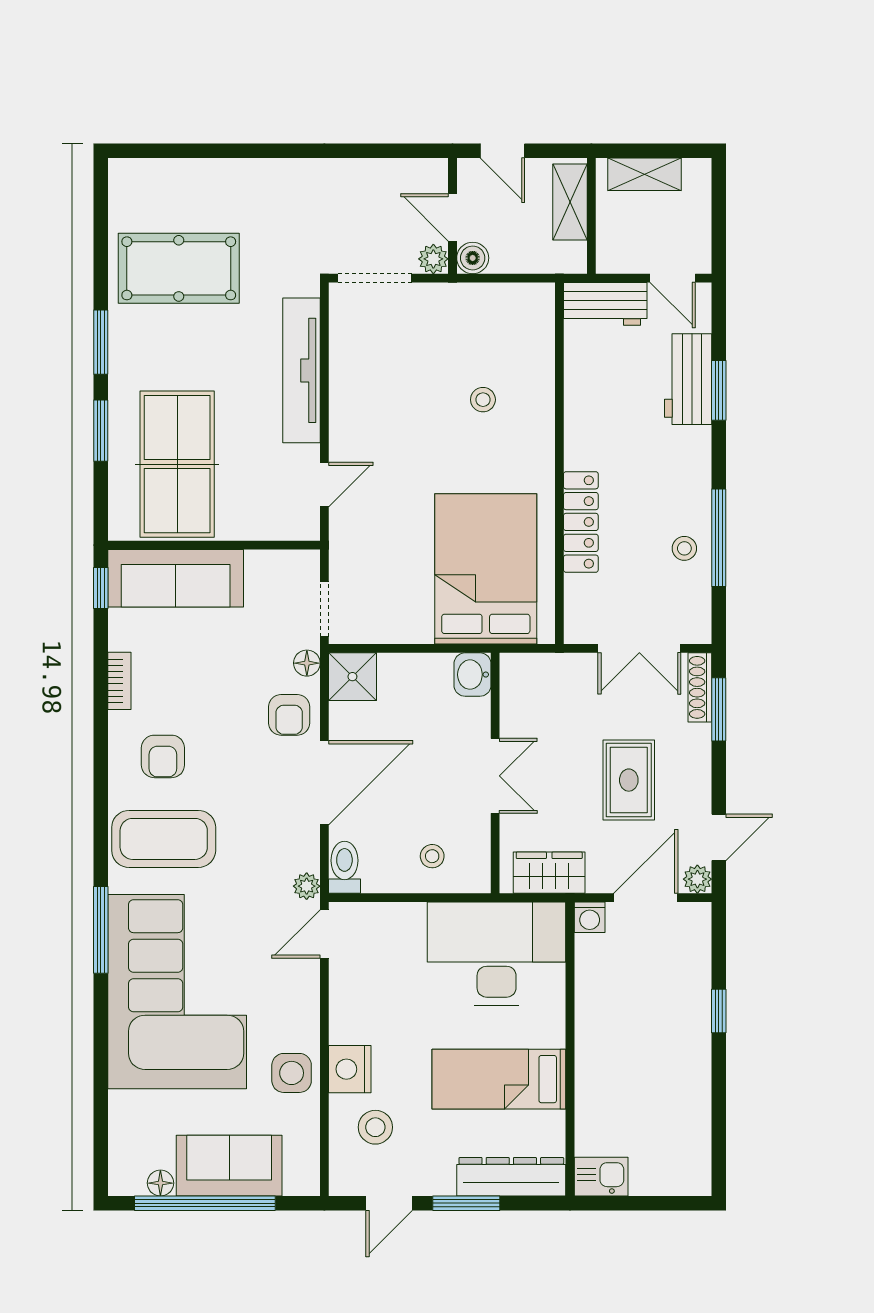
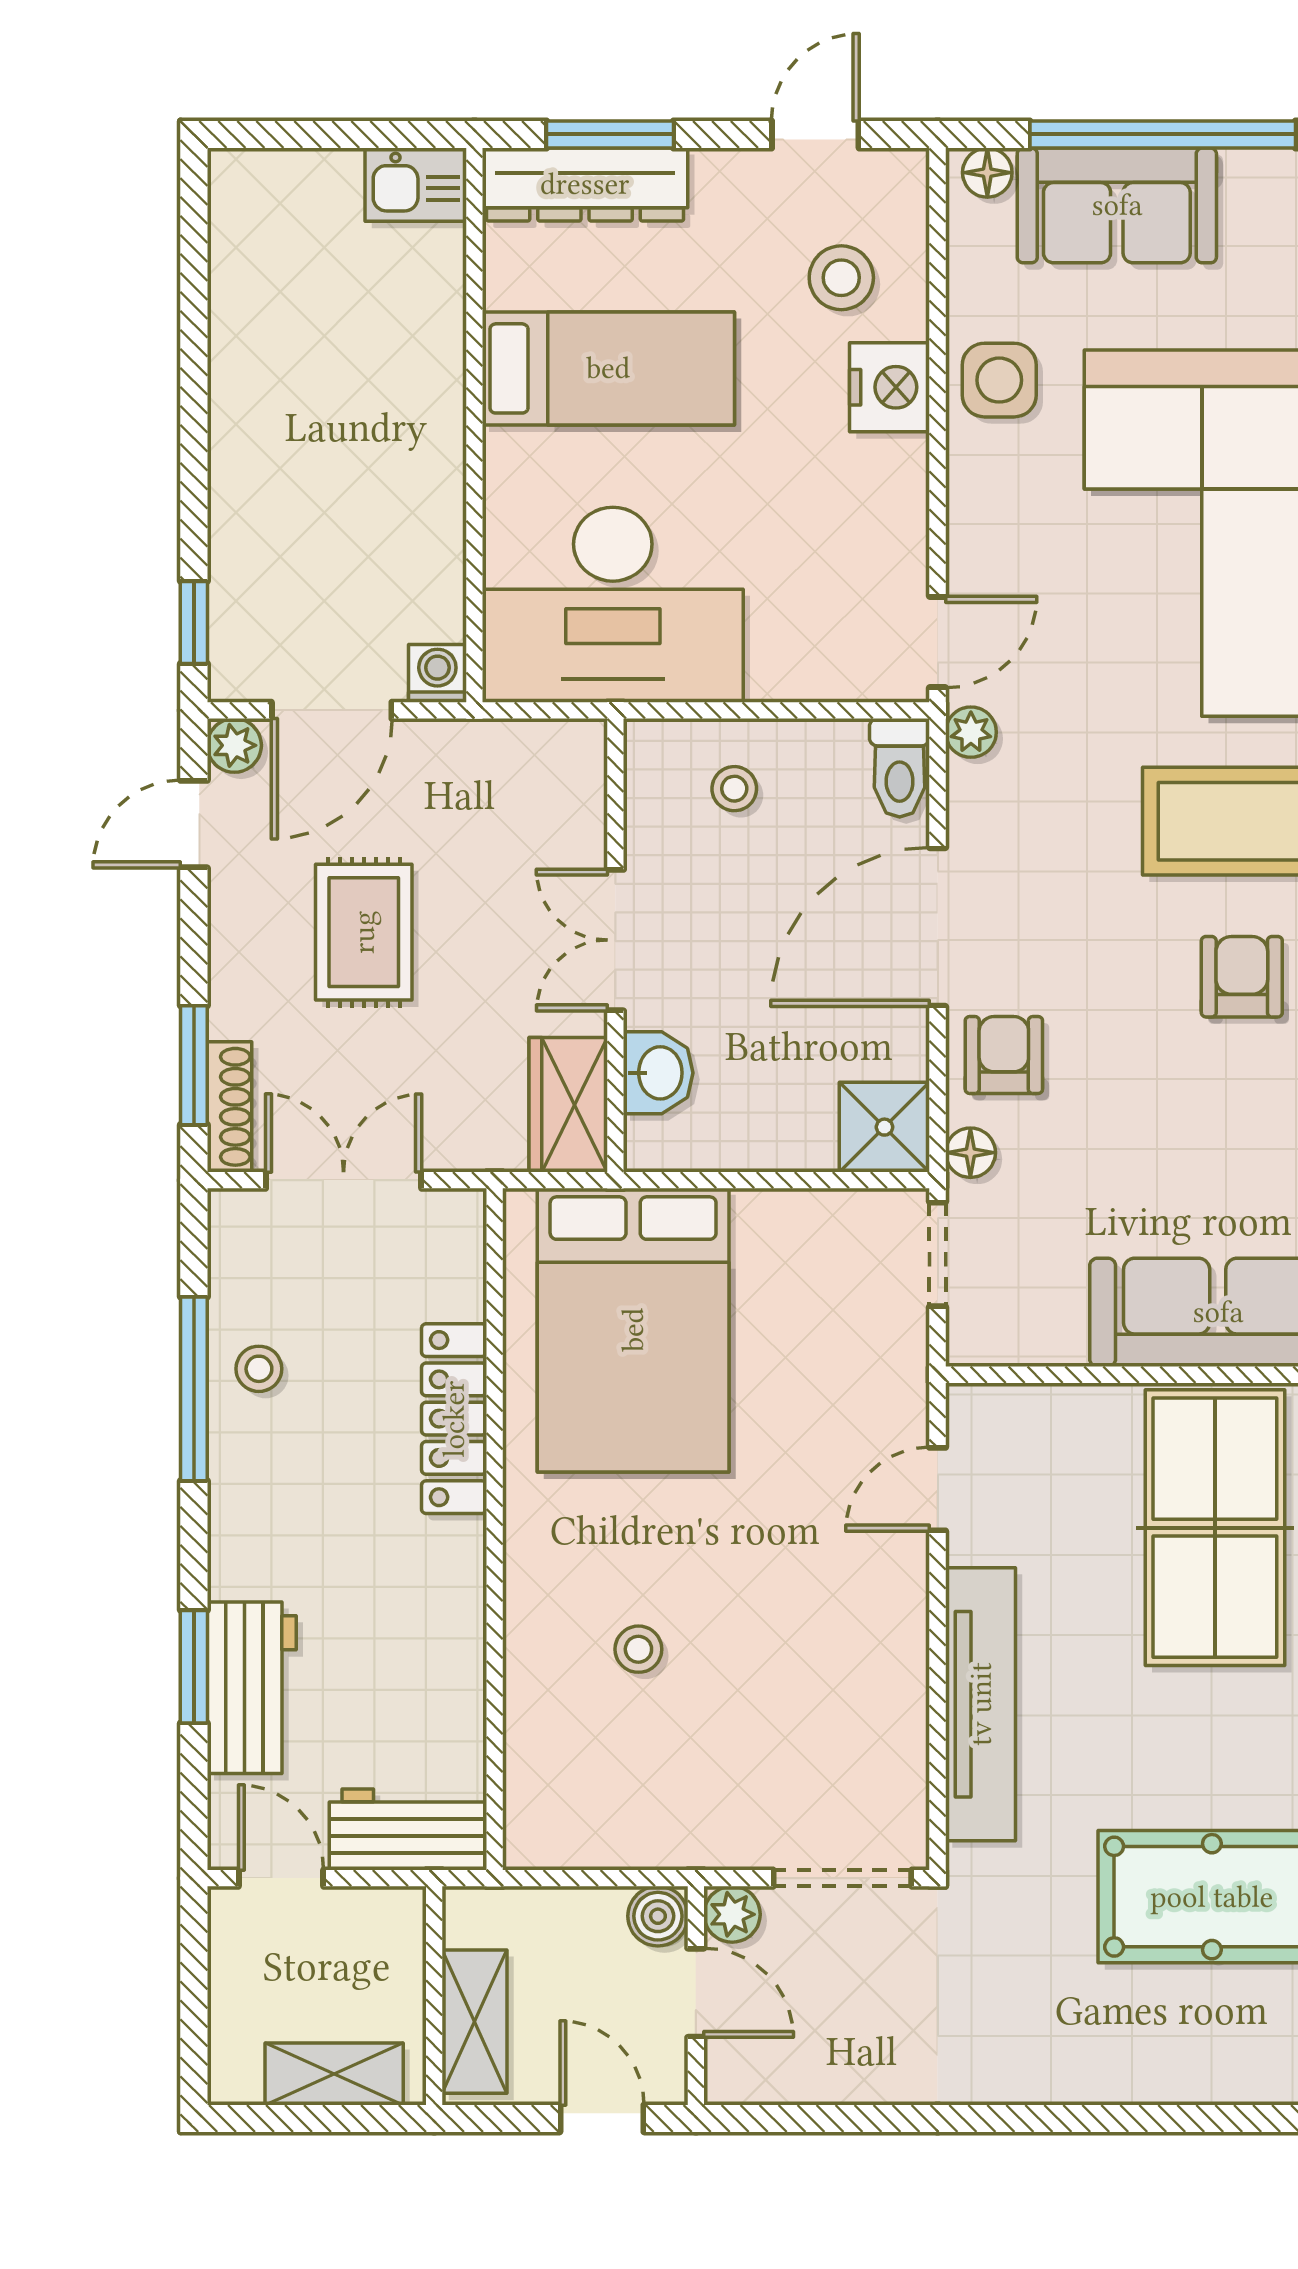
washbasin: (472, 675) -> (658, 1073), moved
wardrobe: (549, 873) -> (568, 1105), moved, turned 90
window: (719, 1011) -> (194, 622), moved
floor lamp: (160, 1183) -> (987, 173), moved
window: (466, 1203) -> (610, 134), moved

